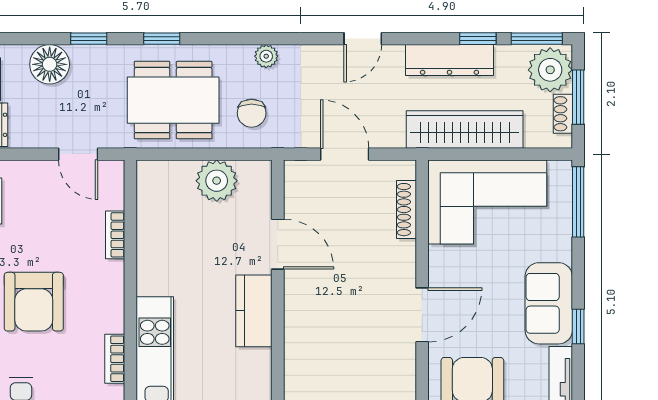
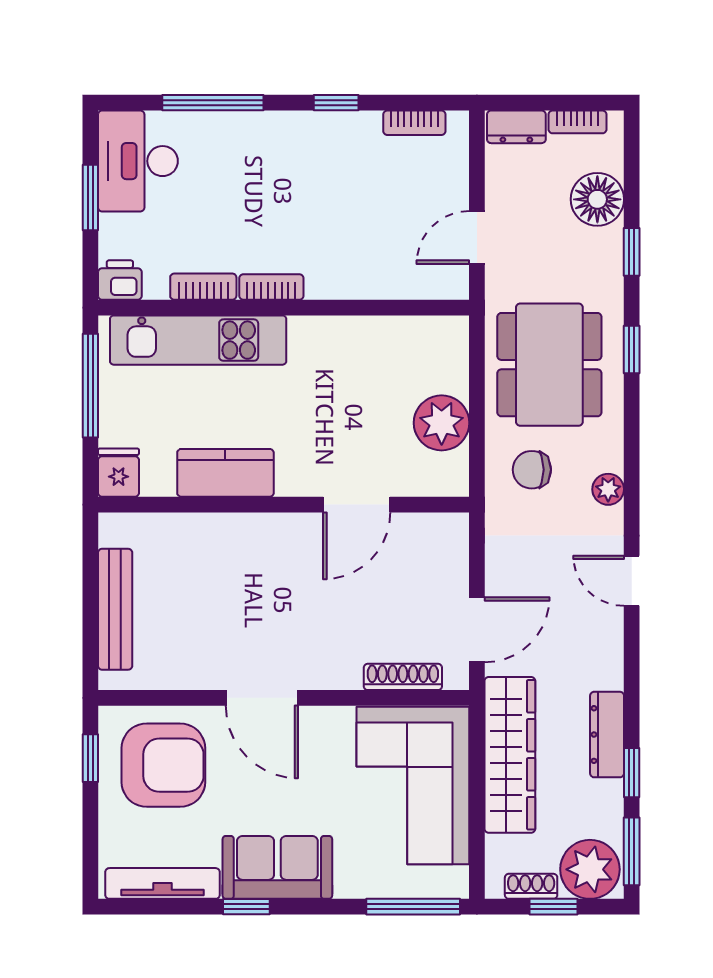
door: (363, 39) -> (632, 581), moved
dresser: (449, 60) -> (607, 735), width x0.73, depth x0.80
window: (578, 97) -> (553, 907), width x0.67
door: (345, 154) -> (477, 630), moved
bookcase: (115, 235) -> (271, 287), moved
armchair: (34, 302) -> (280, 178), removed
kitchen counter: (254, 311) -> (225, 473), moved

